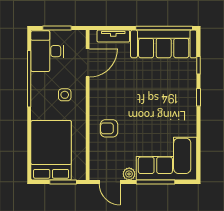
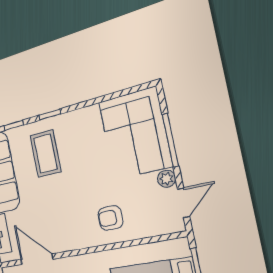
coffee table: (169, 87) -> (45, 154), added
armchair: (109, 128) -> (110, 218), turned 90

